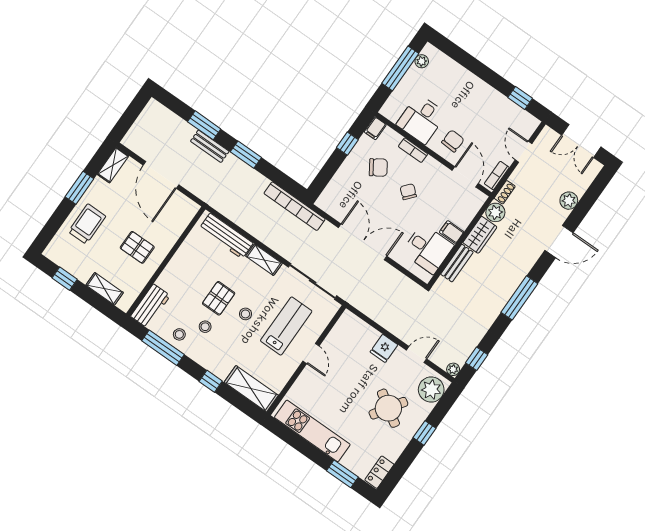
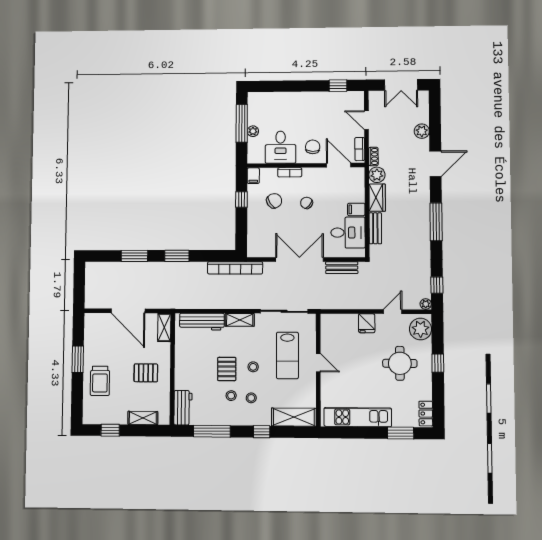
plant: (422, 61) -> (253, 131), moved
bench: (210, 146) -> (342, 268), moved
shelving: (113, 165) -> (164, 327), moved
trolley: (87, 224) -> (100, 381), turned 180
lab bench: (286, 326) -> (287, 355), turned 180
stool: (179, 334) -> (251, 398), moved
round table: (388, 408) -> (400, 363), turned -33

